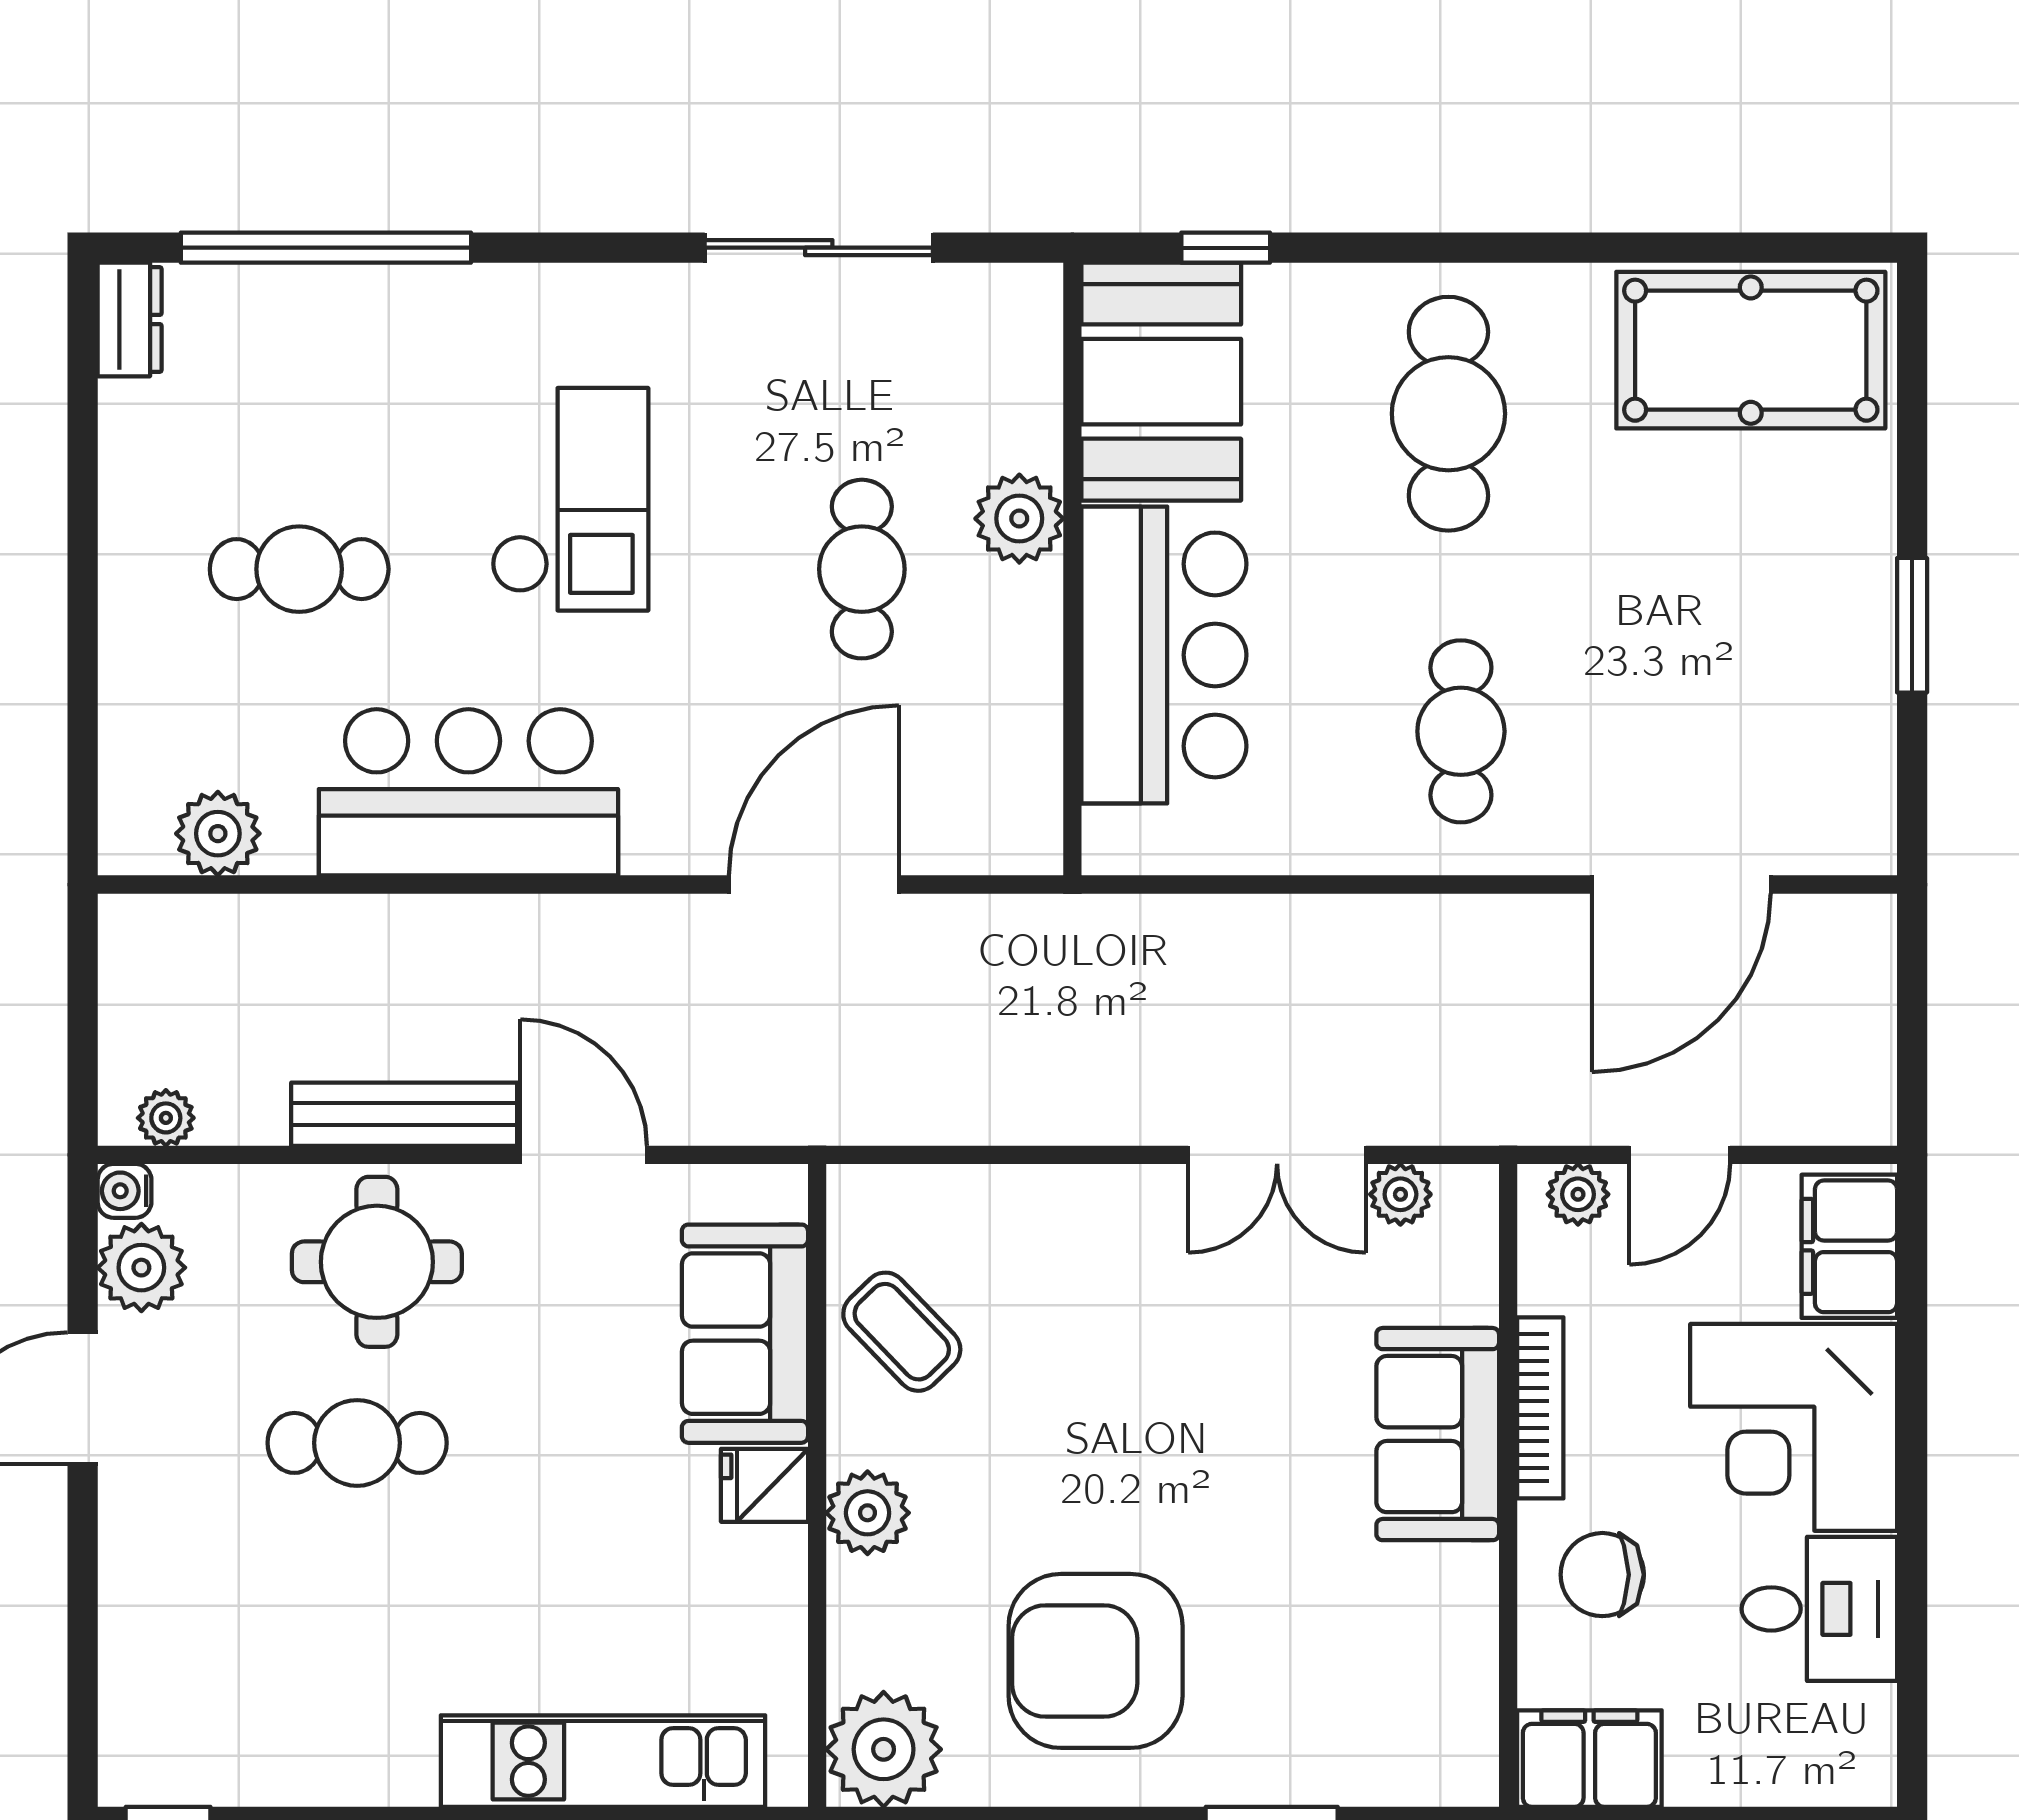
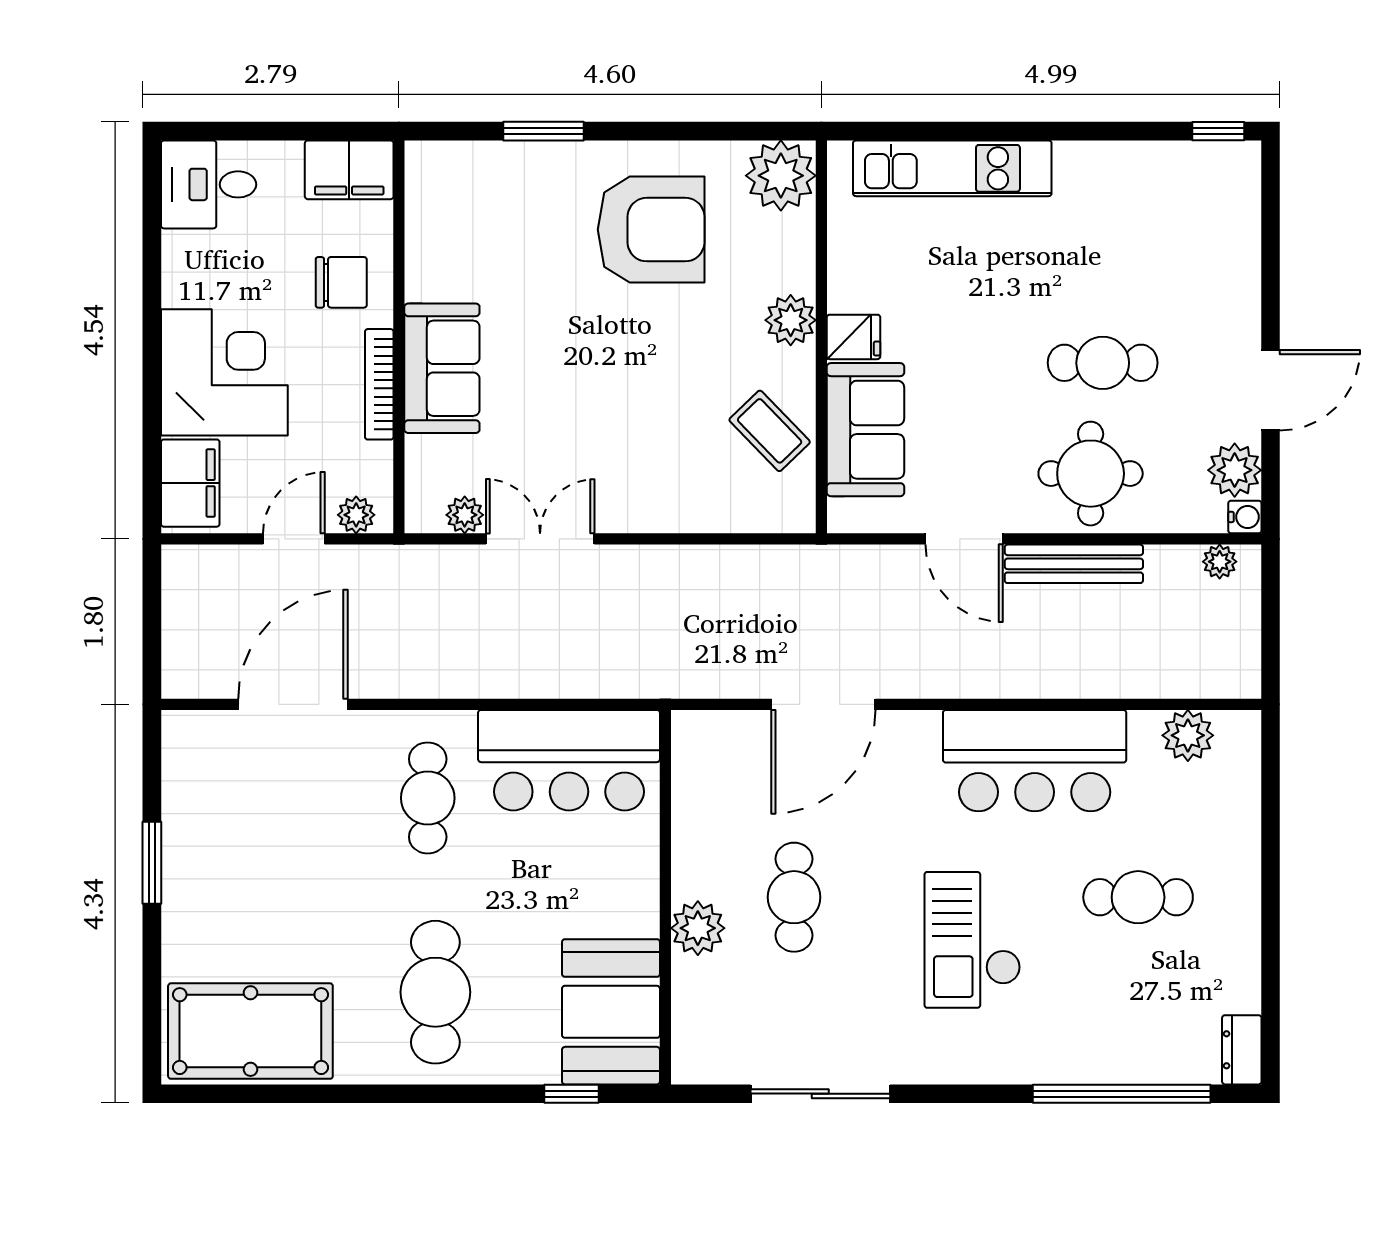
bar counter: (1164, 655) -> (569, 760), moved, turned -90
desk: (1819, 1609) -> (209, 184), moved

